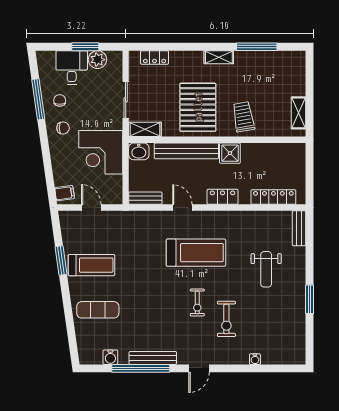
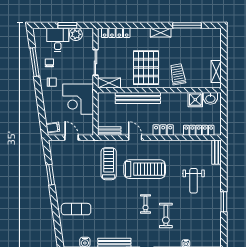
locker: (155, 58) -> (116, 33), width x1.53
washbasin: (139, 151) -> (210, 98), moved
shower: (230, 153) -> (195, 100), moved
treadmill: (92, 265) -> (109, 164), moved, turned -90

